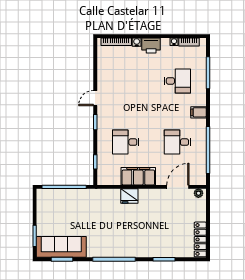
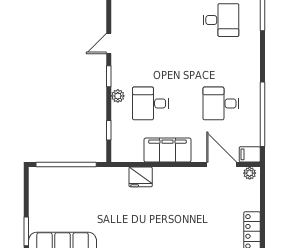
filing cabinet: (199, 112) -> (250, 154), moved
plant: (102, 137) -> (118, 96), added
door: (178, 187) -> (222, 165), hinge flipped
fridge: (129, 196) -> (141, 177), moved

